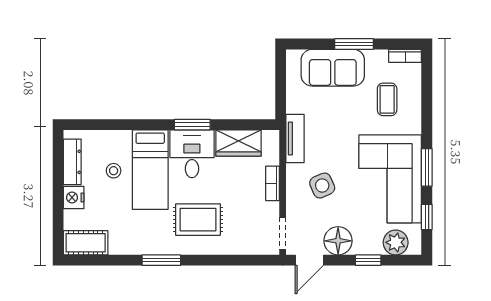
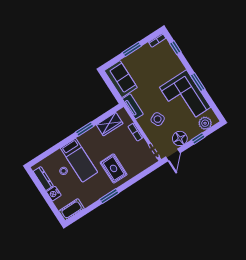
sofa: (333, 68) -> (121, 79), moved, turned -90
coffee table: (387, 99) -> (162, 64), removed
desk: (192, 154) -> (93, 142), removed
window: (427, 217) -> (175, 48), moved
rug: (198, 220) -> (114, 168), turned 90

